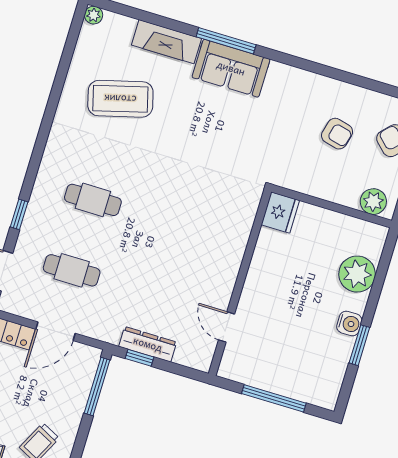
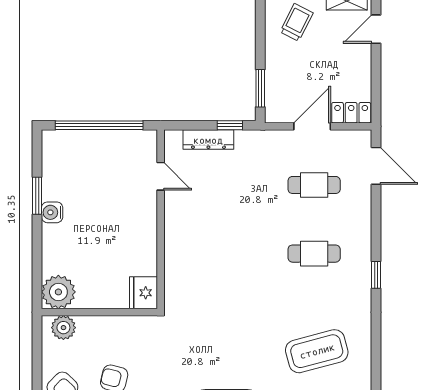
window: (19, 214) -> (376, 275), moved
plant: (357, 274) -> (58, 292), moved
dresser: (148, 344) -> (208, 140), moved
window: (97, 386) -> (260, 88), width x0.69
window: (274, 398) -> (99, 125), width x1.46

